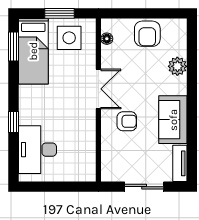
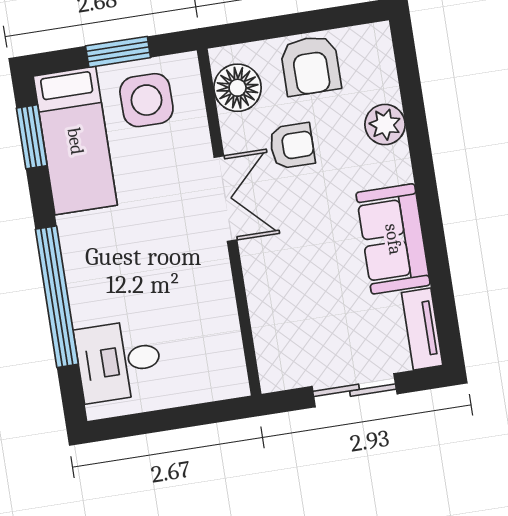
floor lamp: (107, 39) -> (238, 88), width x1.89, depth x1.89
armchair: (127, 121) -> (292, 146), moved
window: (14, 122) -> (57, 297), width x3.17
desk: (37, 150) -> (119, 361), width x0.73

